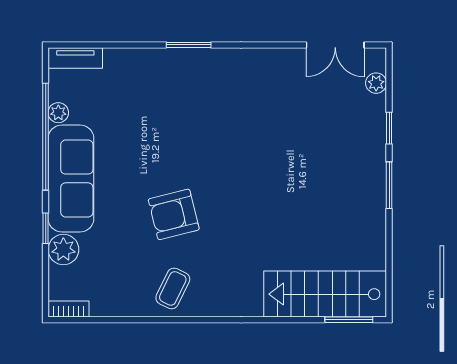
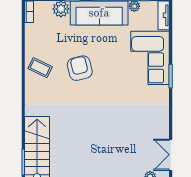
corner sofa: (155, 83) -> (150, 58), added

